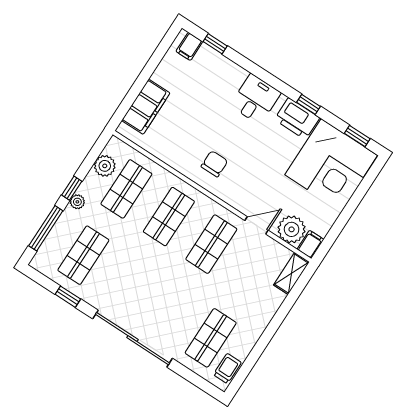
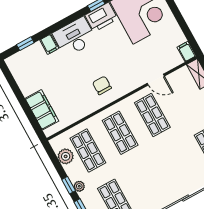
filing cabinet: (189, 46) -> (49, 44), moved
desk: (255, 99) -> (75, 37), width x1.37
door: (257, 225) -> (156, 80), swing flipped
plant: (292, 229) -> (170, 59), removed

